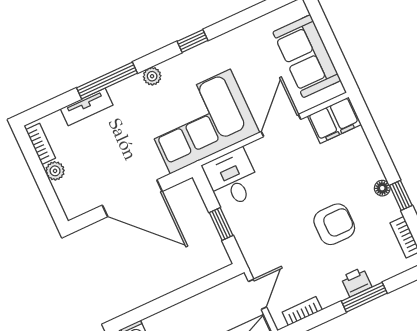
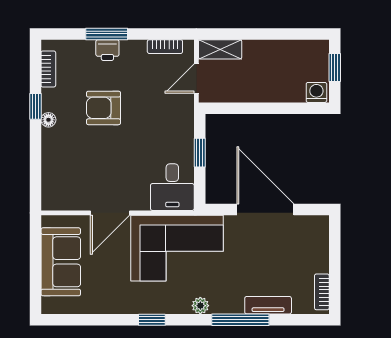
filing cabinet: (334, 120) -> (62, 196), removed
plant: (55, 171) -> (320, 263), removed

